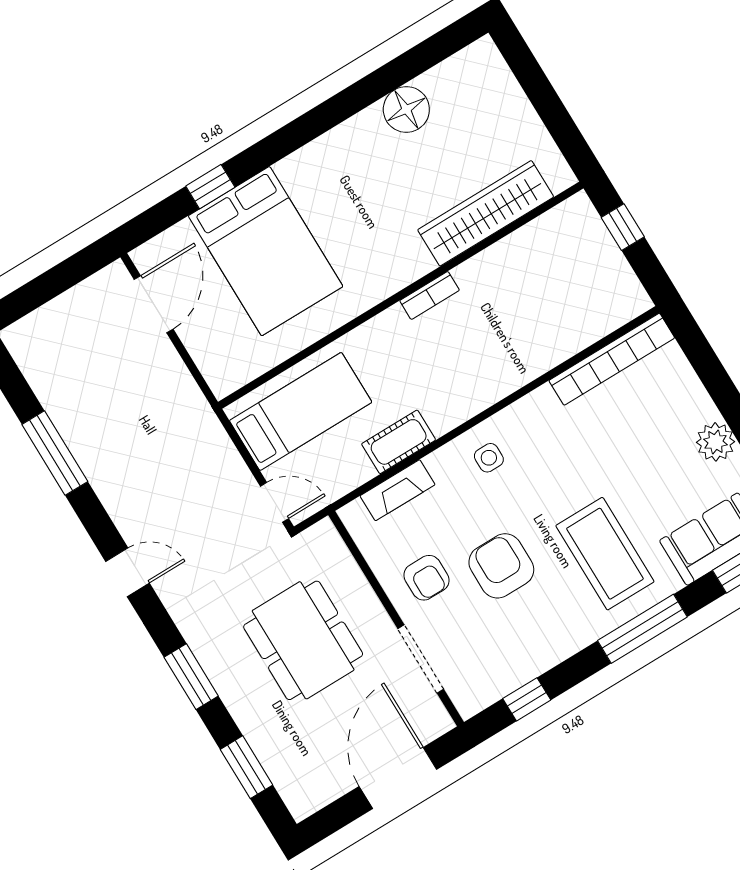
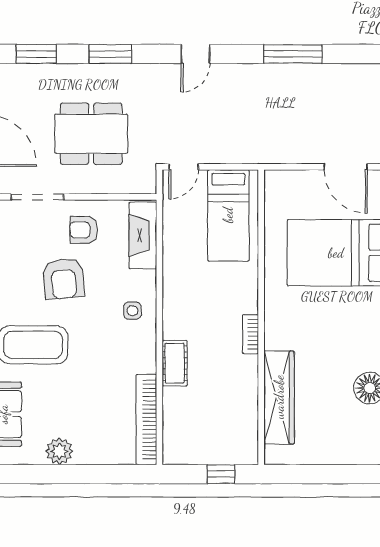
cot: (399, 442) -> (175, 363), moved
fireplace: (398, 490) -> (143, 235), width x1.37, depth x1.32
armchair: (501, 566) -> (63, 279), turned 85

